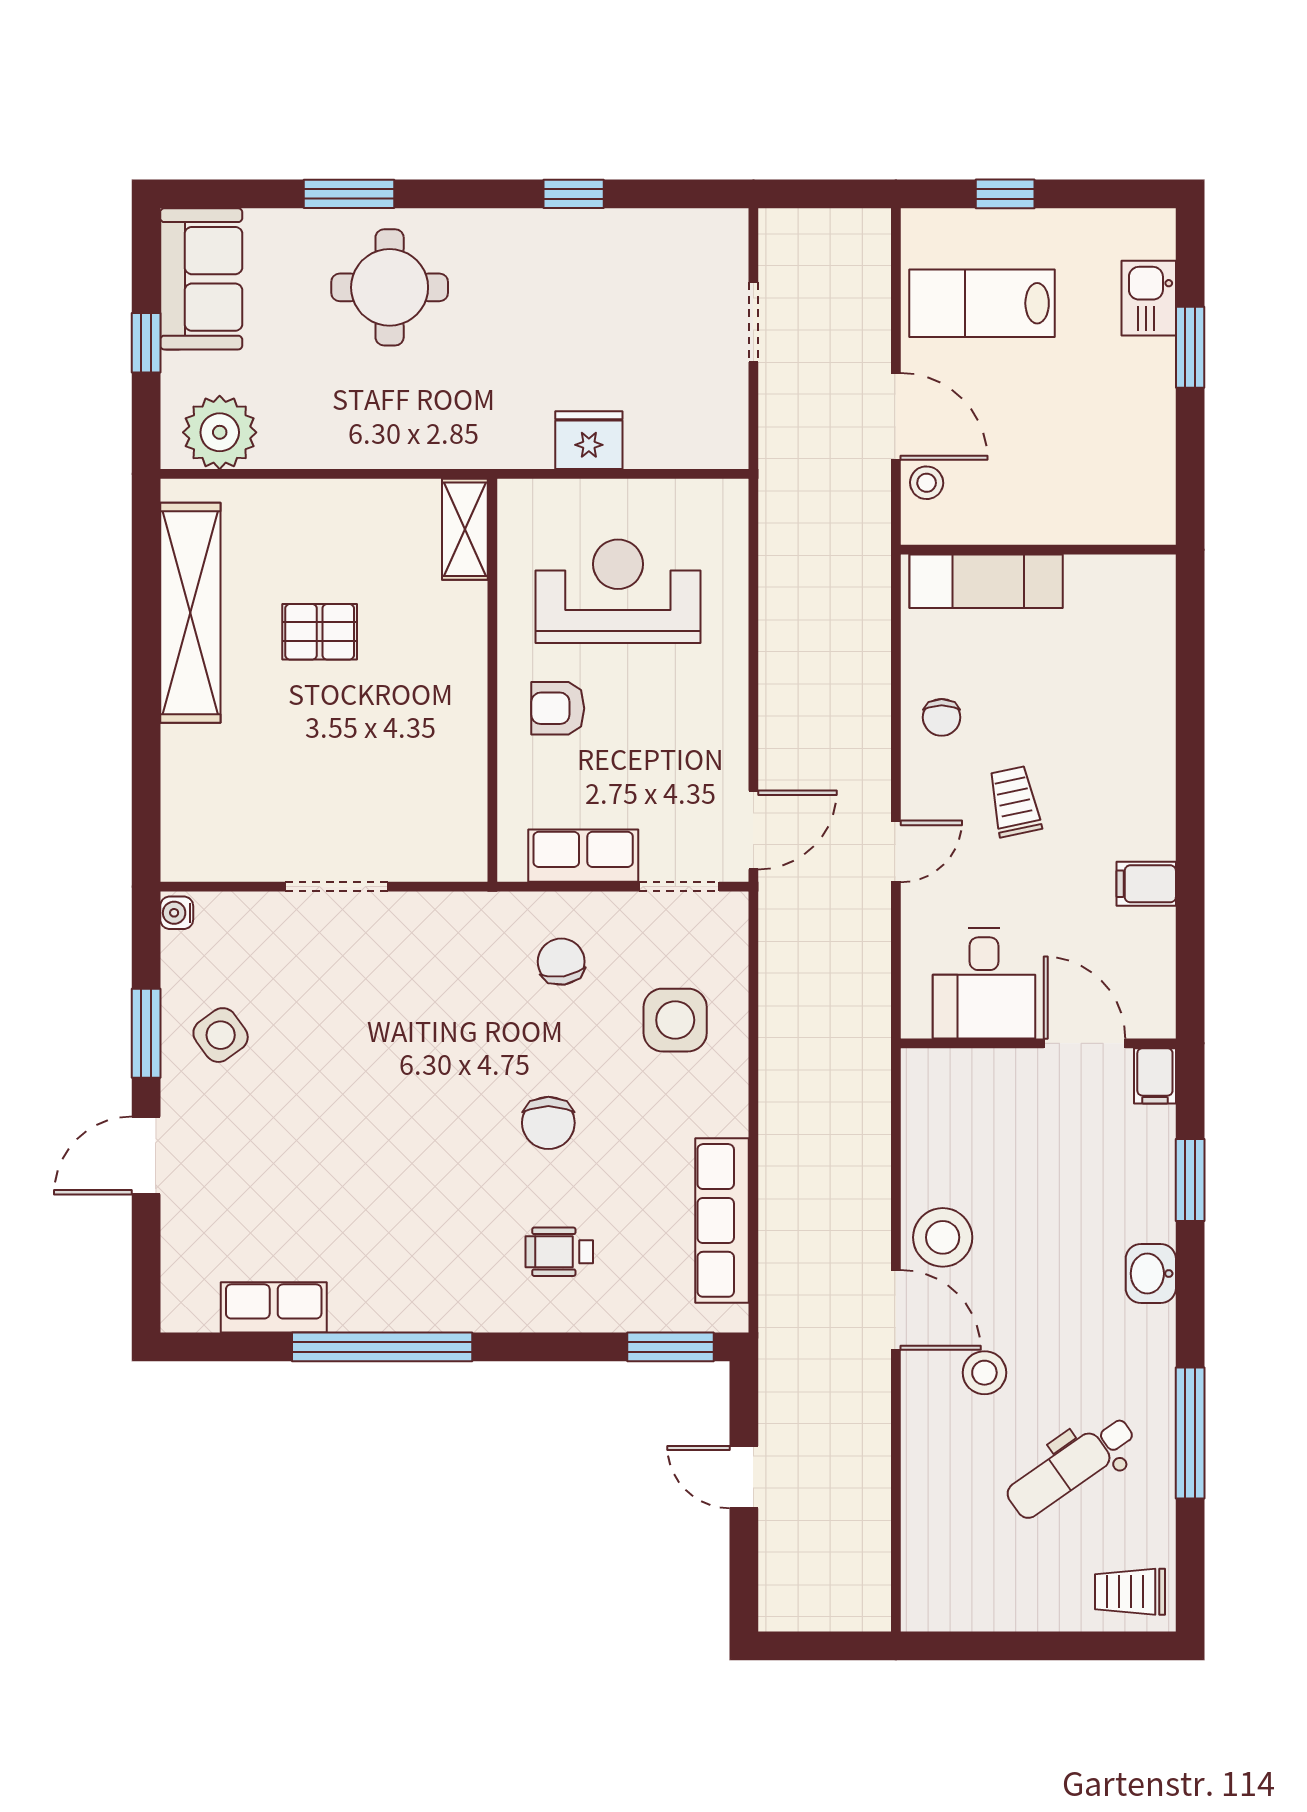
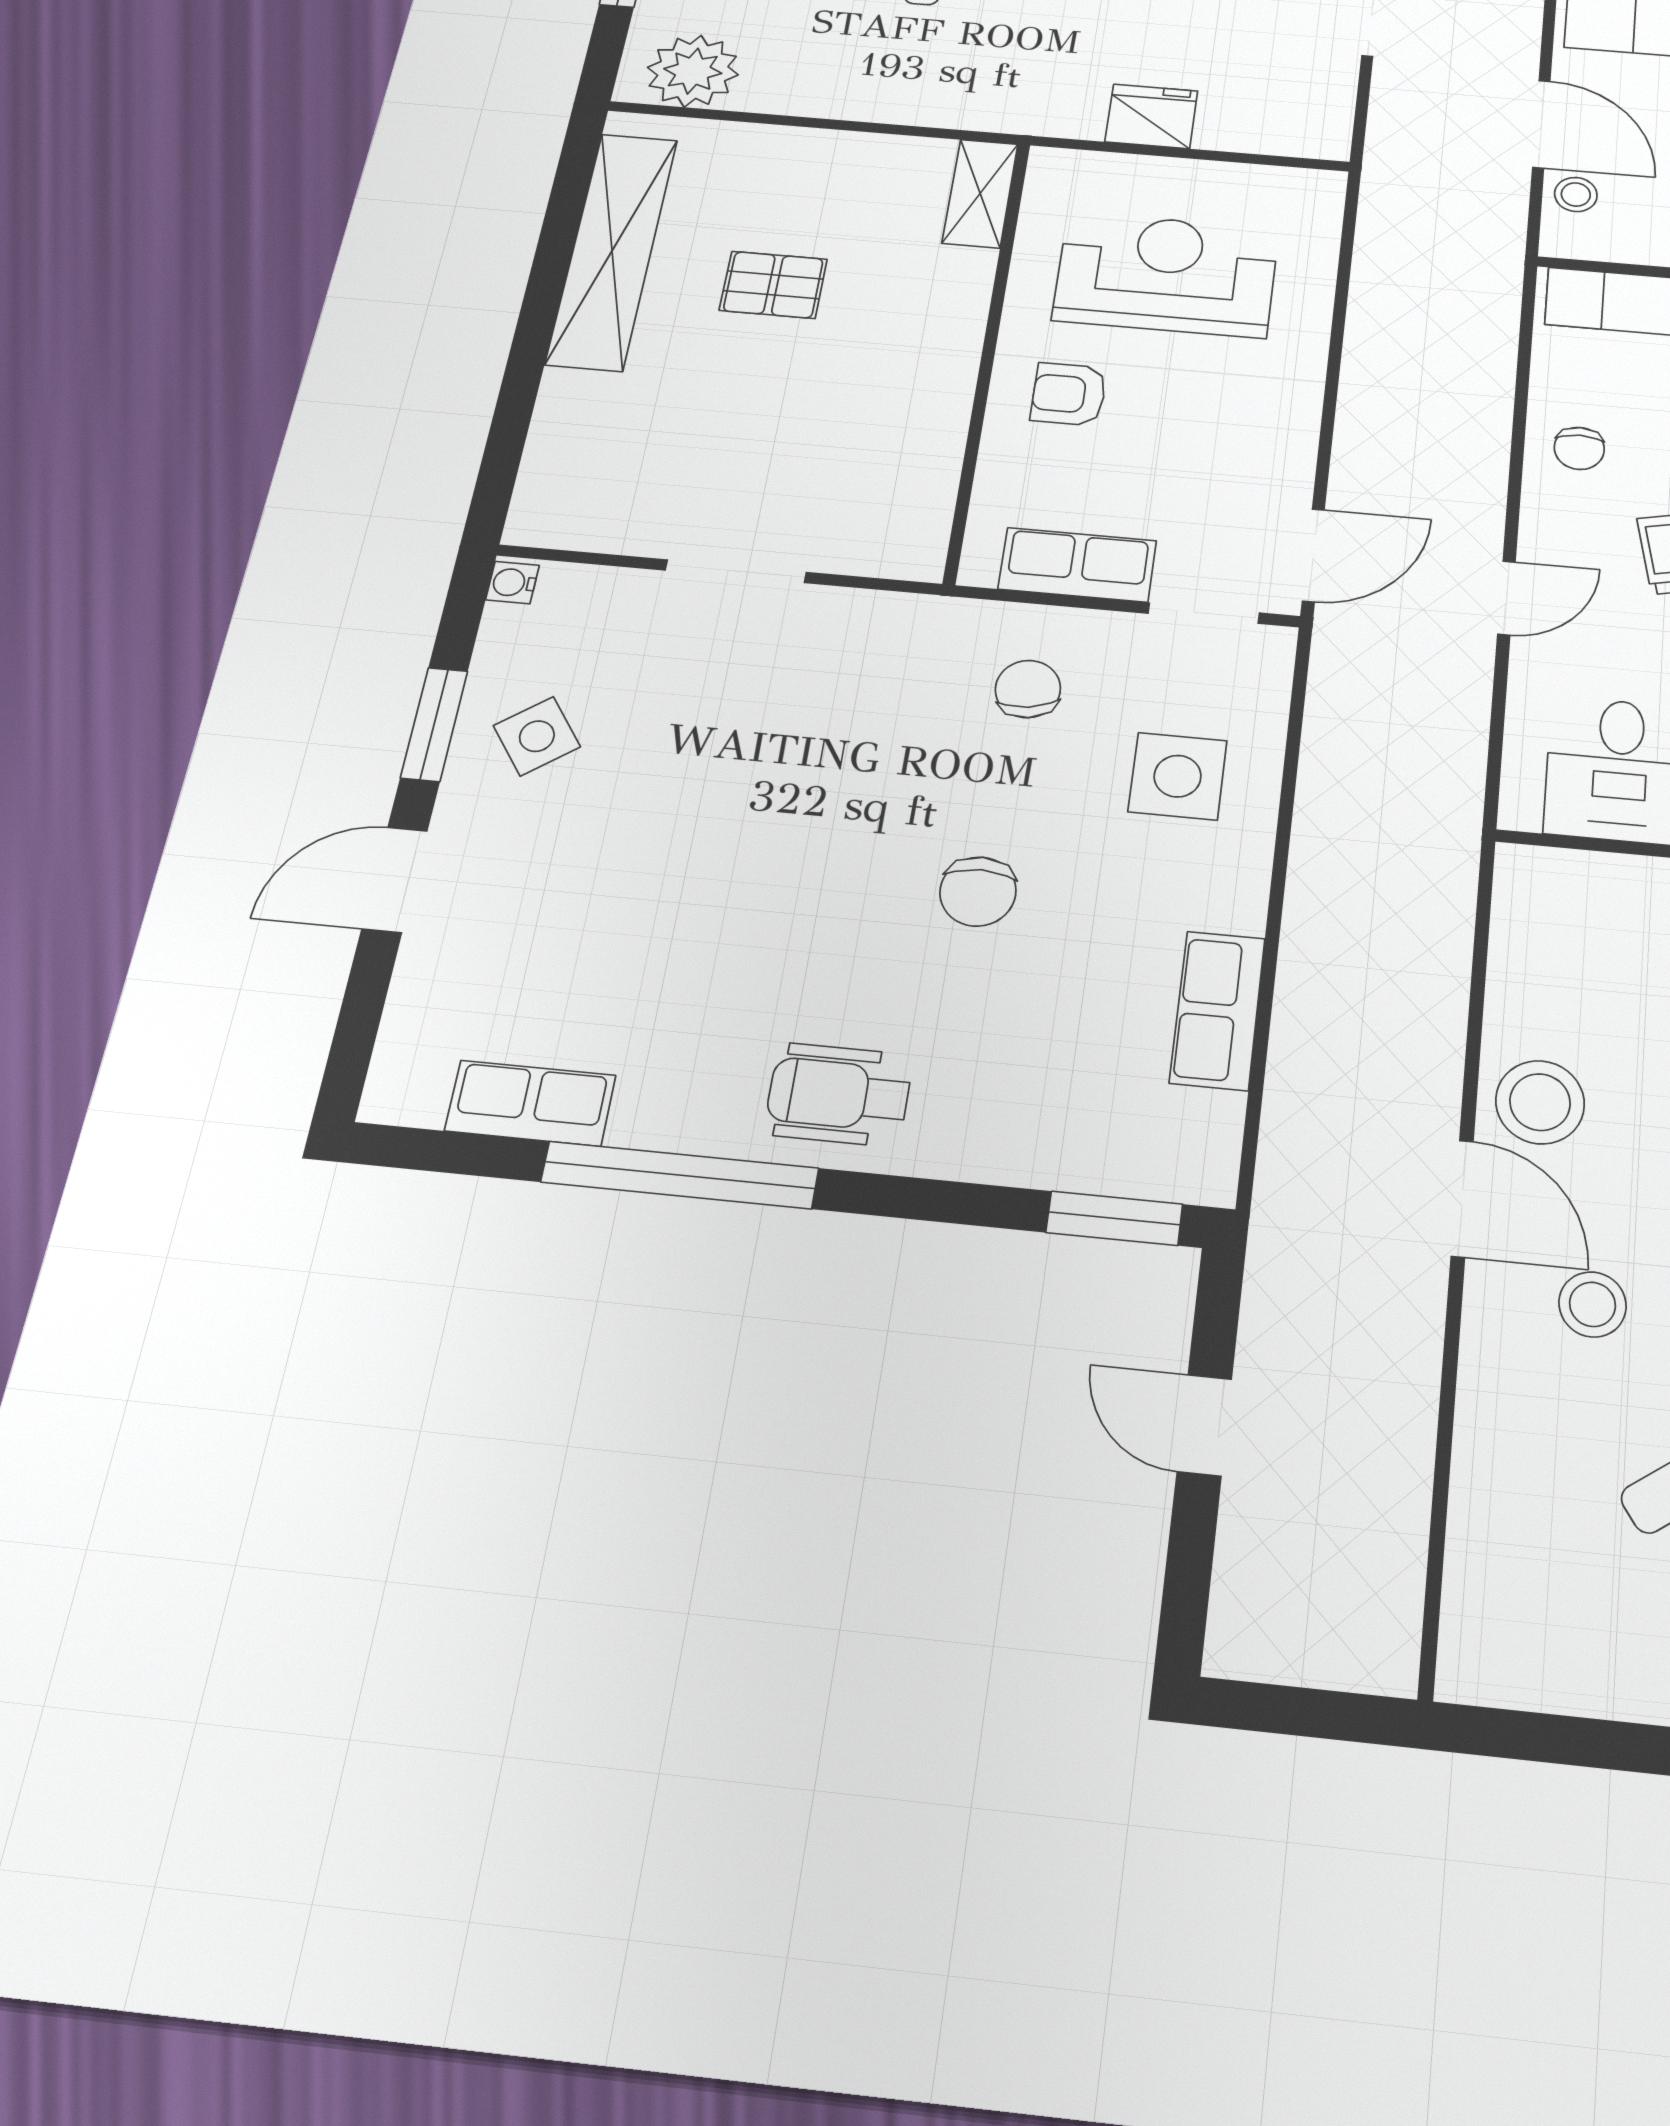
row of seats: (722, 1220) -> (1218, 1010), width x0.68
wheelchair: (559, 1252) -> (839, 1095), moved, width x1.36, depth x1.37

